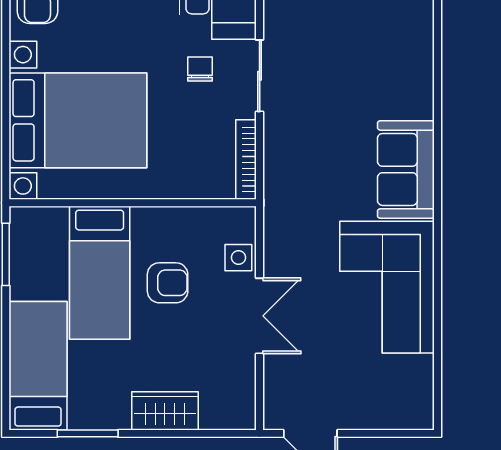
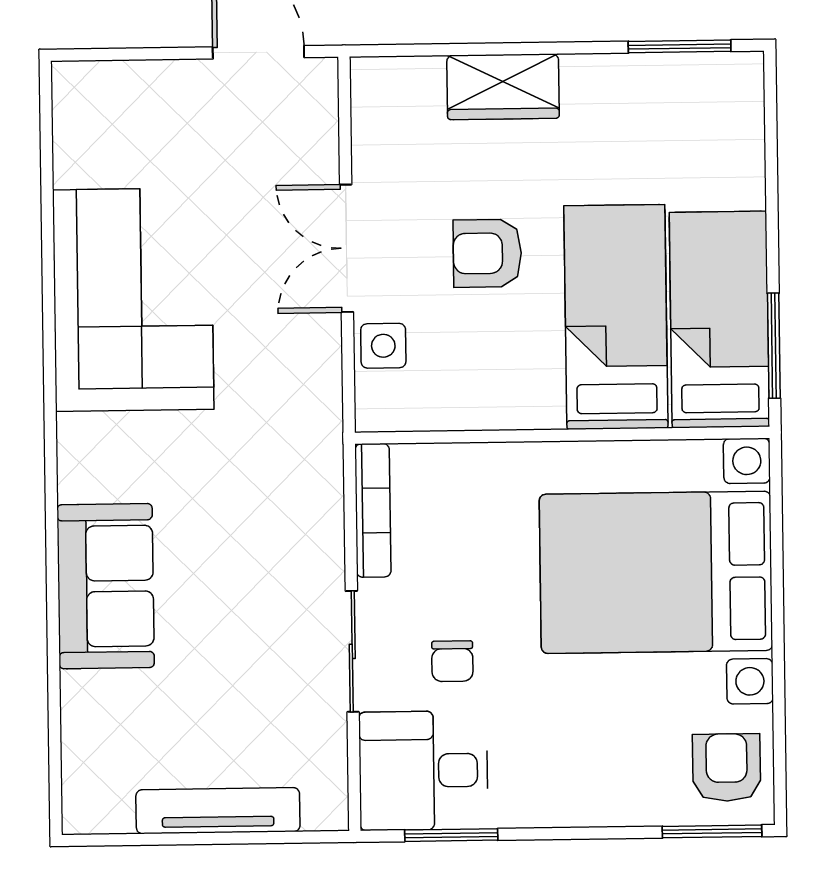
sofa: (406, 169) -> (106, 586), moved
armchair: (168, 283) -> (487, 253), moved
bed: (38, 366) -> (719, 320), moved, turned 180
window: (88, 433) -> (680, 46), moved

